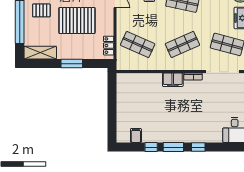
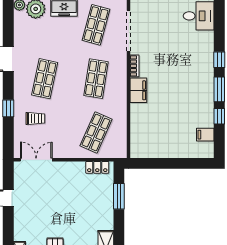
pallet: (77, 21) -> (67, 205), removed
shop shelf: (182, 44) -> (96, 79), turned 33
window: (72, 64) -> (119, 196), moved

